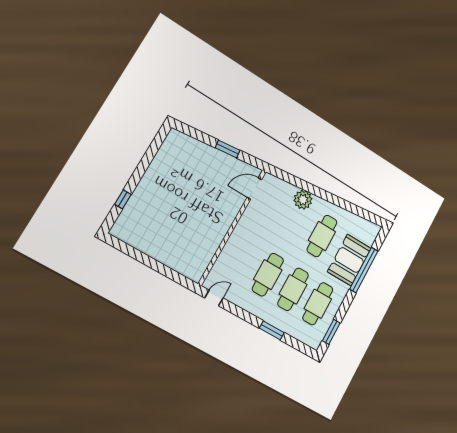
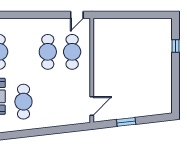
plant: (303, 200) -> (52, 119), removed
cafe table: (293, 289) -> (72, 52), moved
window: (272, 330) -> (23, 15), removed

